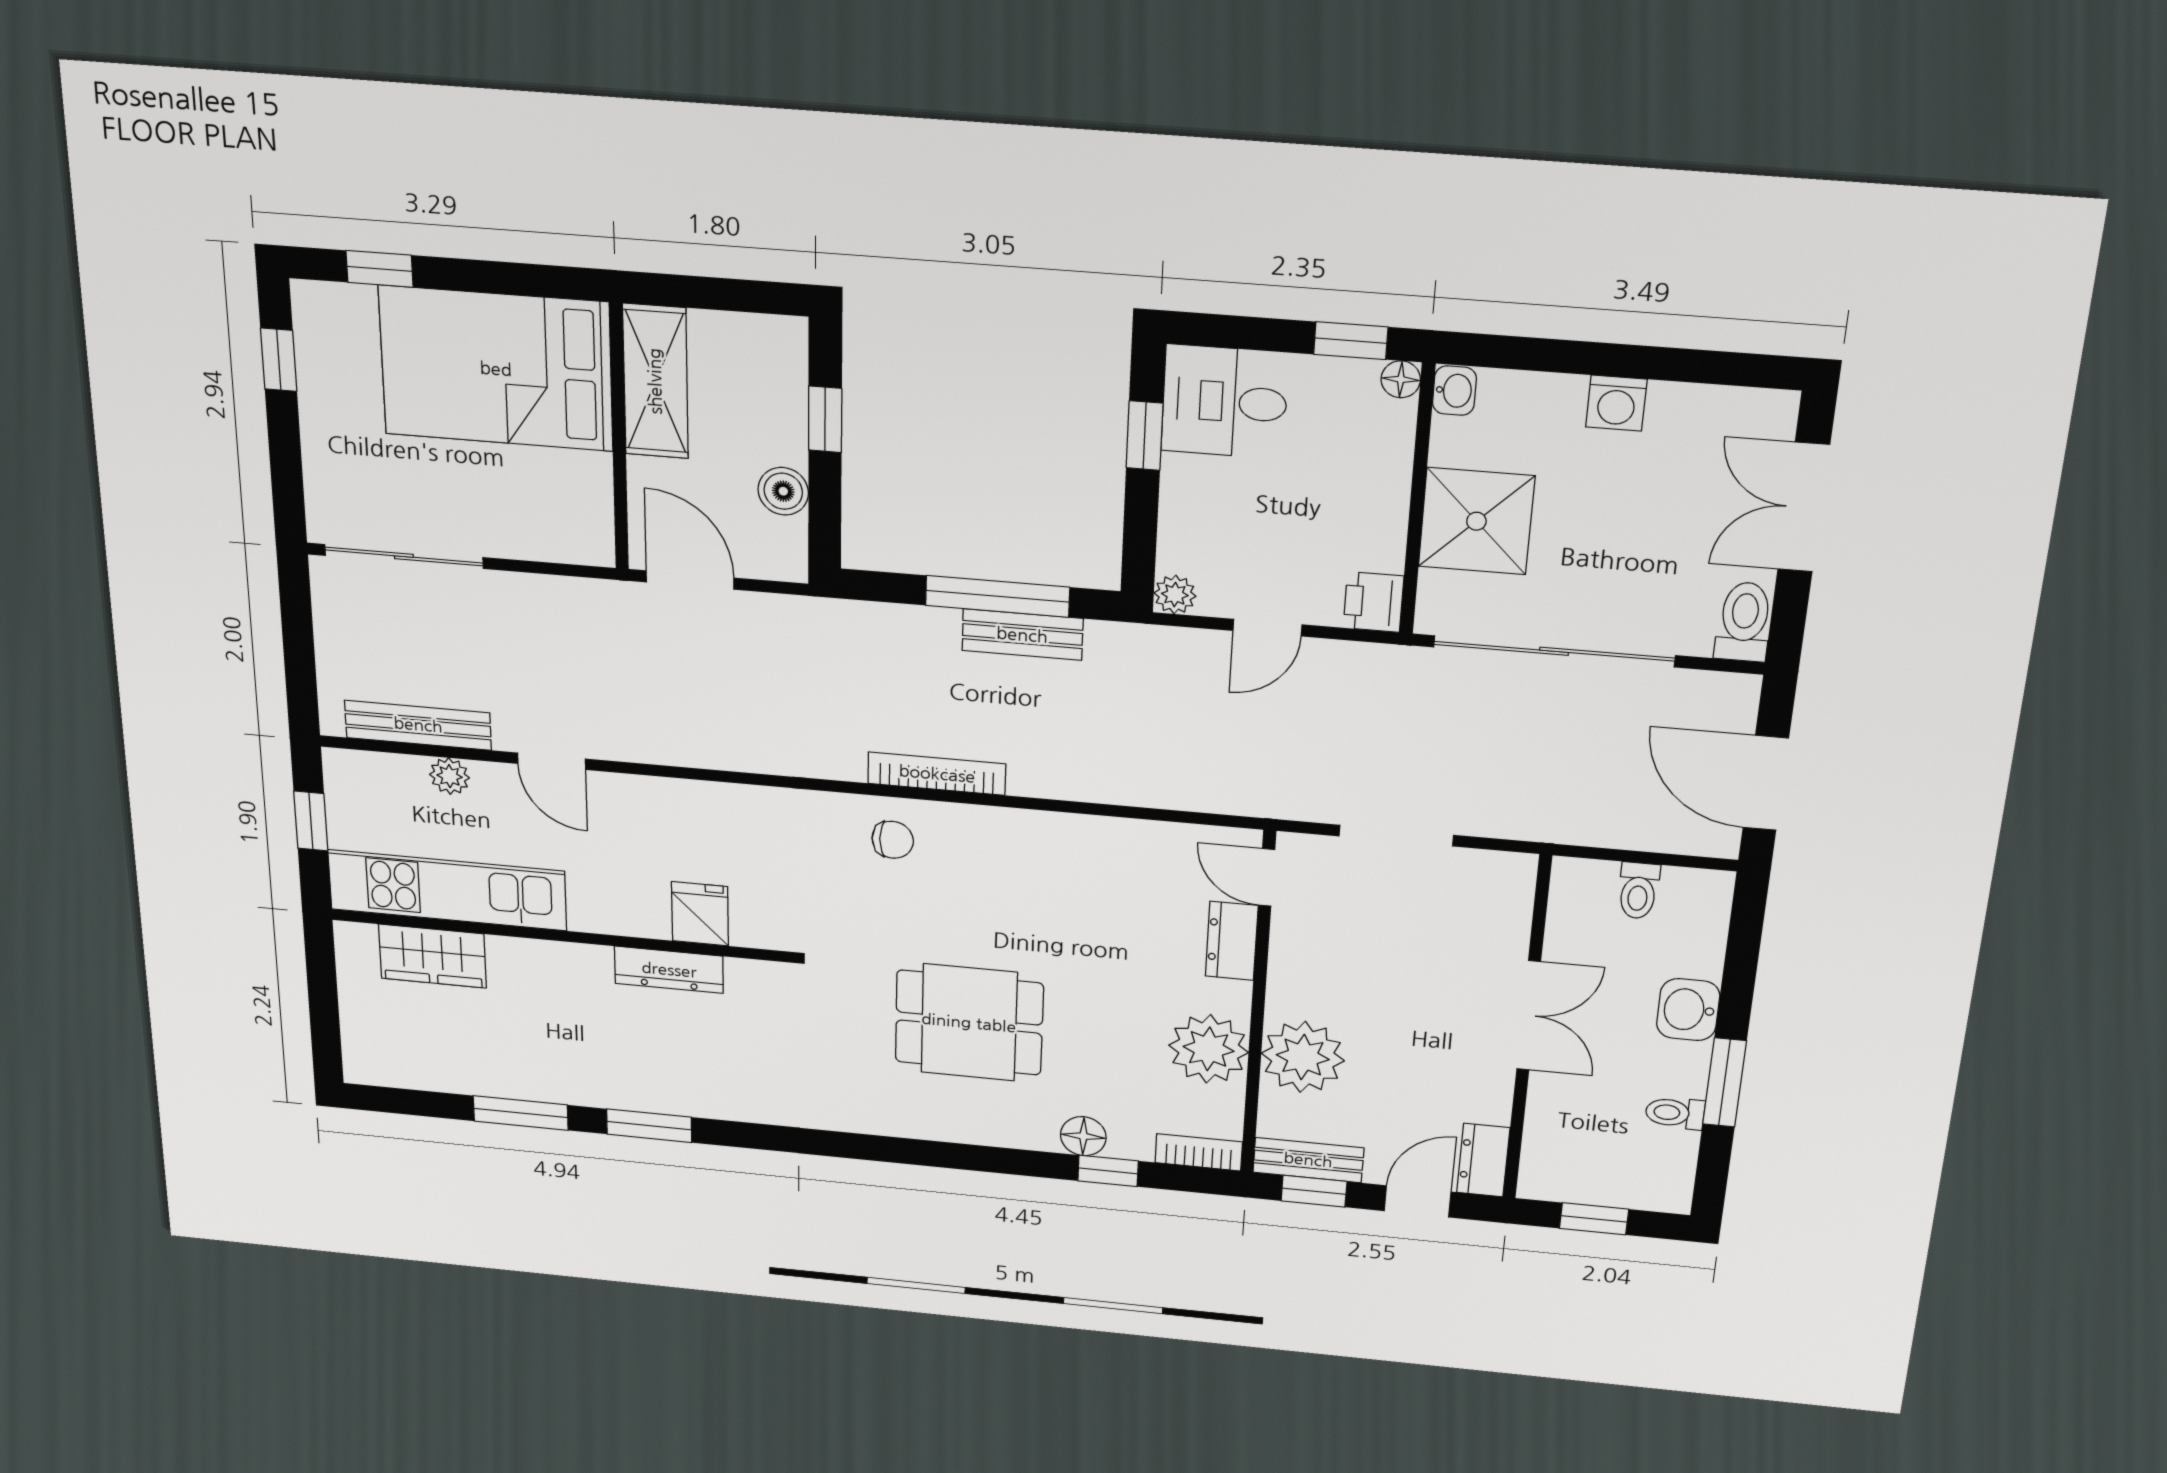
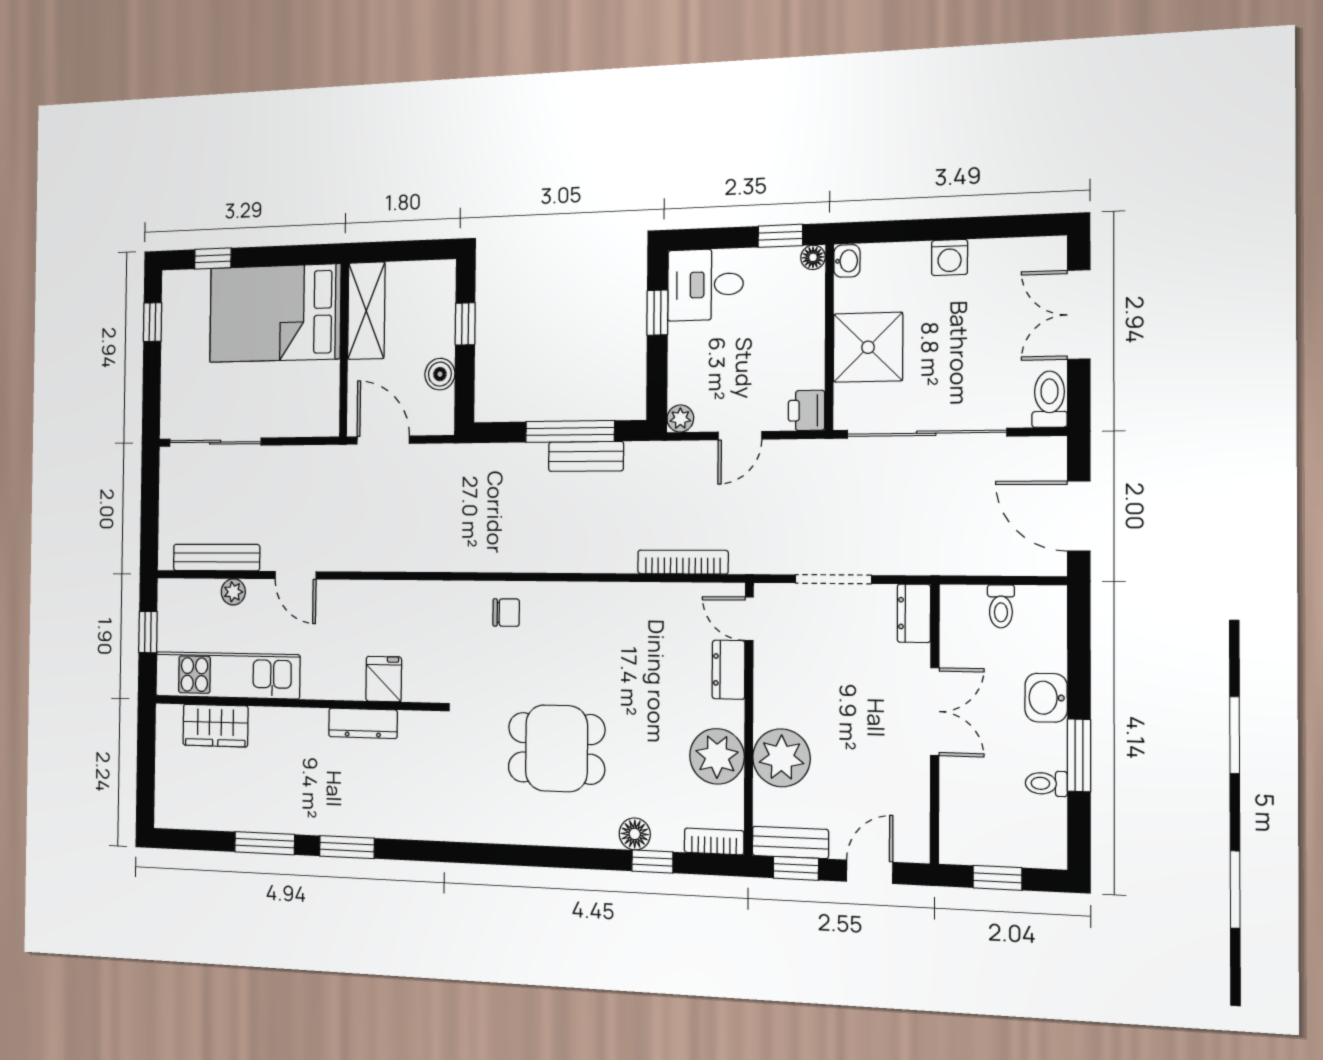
bookcase: (937, 774) -> (683, 562), moved
dresser: (1483, 1160) -> (914, 613), moved

